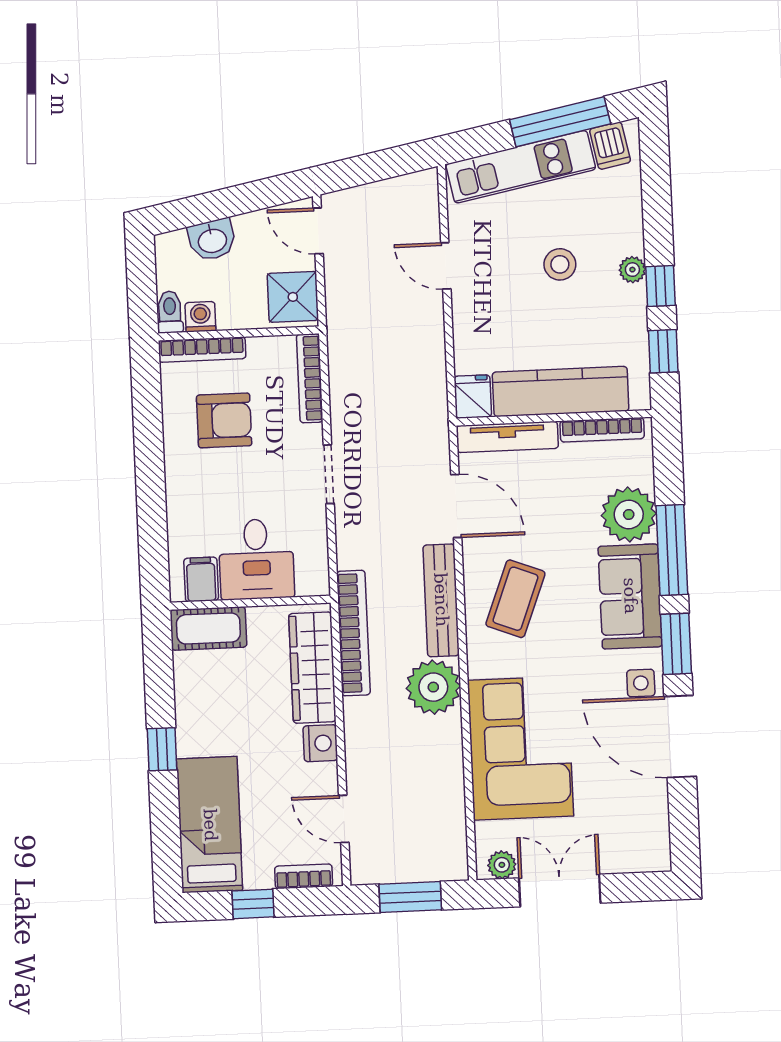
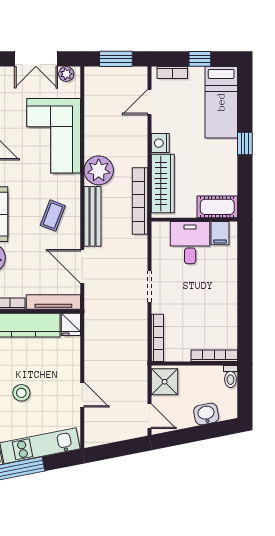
washing machine: (200, 317) -> (214, 373), removed
armchair: (224, 420) -> (204, 317), removed
coffee table: (515, 599) -> (53, 216), width x0.73, depth x0.77
door: (344, 819) -> (149, 102), swing flipped

